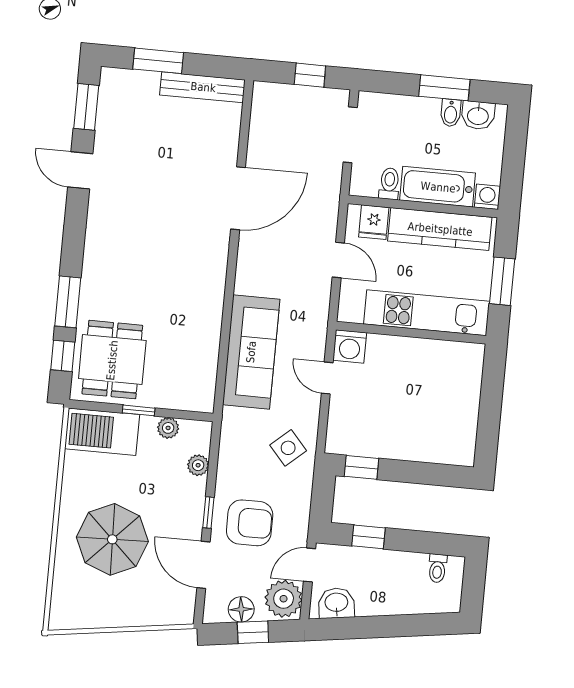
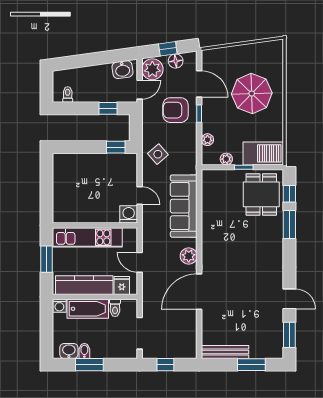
plant: (251, 263) -> (189, 256), added

